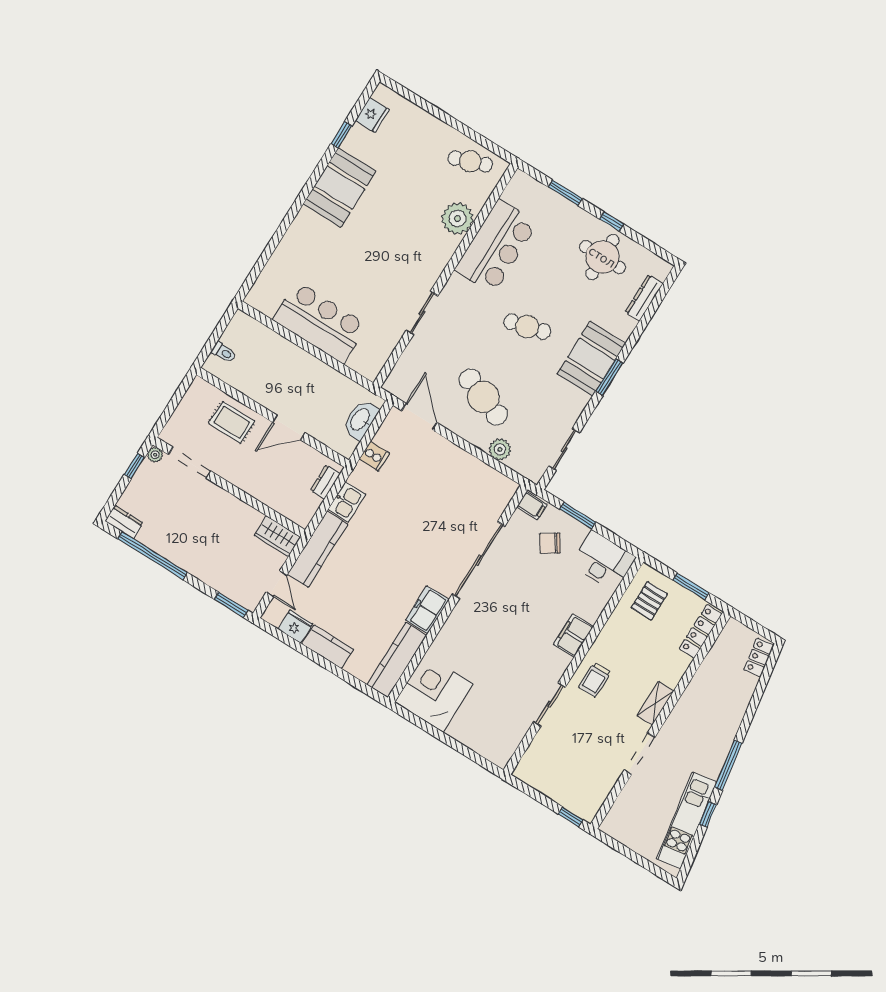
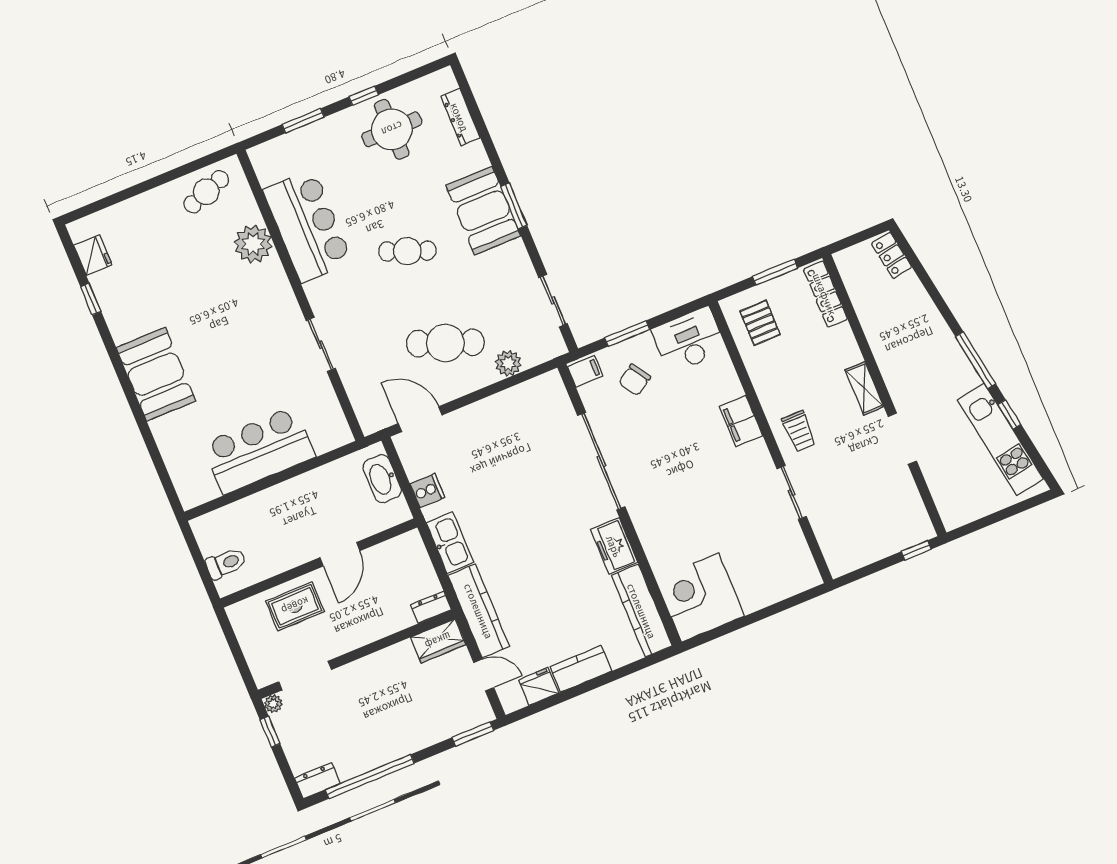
booth: (339, 187) -> (156, 374), moved
cafe table: (527, 327) -> (407, 251), turned 36
toilet: (224, 352) -> (226, 563), width x1.37, depth x1.39
dresser: (325, 482) -> (431, 607), moved, turned 90
kitchen sink: (347, 502) -> (450, 543), width x1.38

